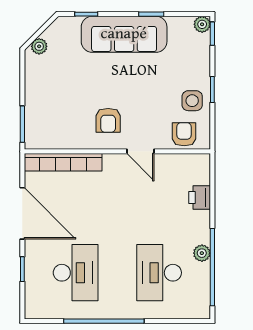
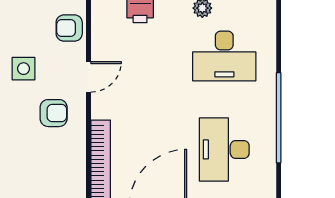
side table: (192, 101) -> (23, 69), moved
desk: (76, 273) -> (224, 149), turned -90

